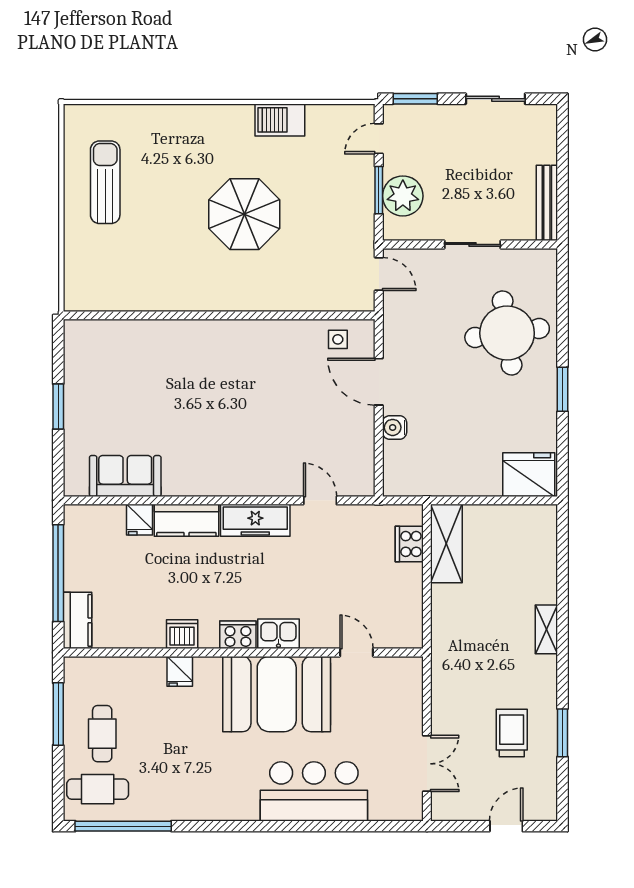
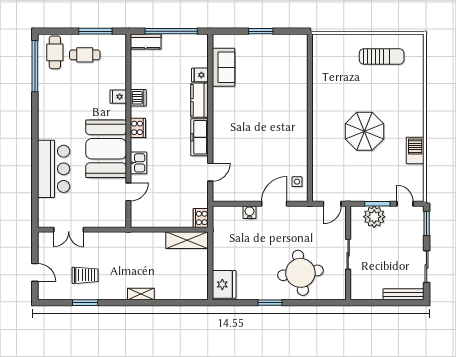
bench: (547, 203) -> (403, 294), moved
cooker: (409, 544) -> (201, 218), moved, turned -90
kitchen sink: (278, 634) -> (139, 163), moved

